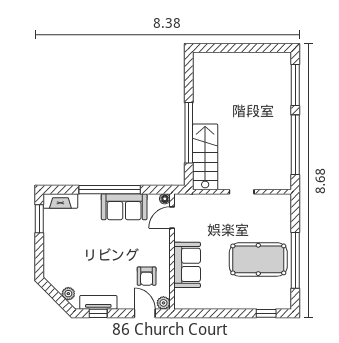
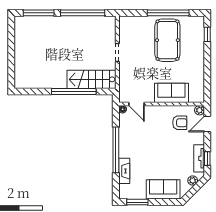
fireplace: (60, 201) -> (124, 171), moved
sofa: (124, 207) -> (163, 189), moved, turned -90

